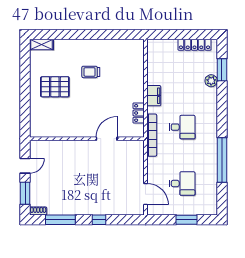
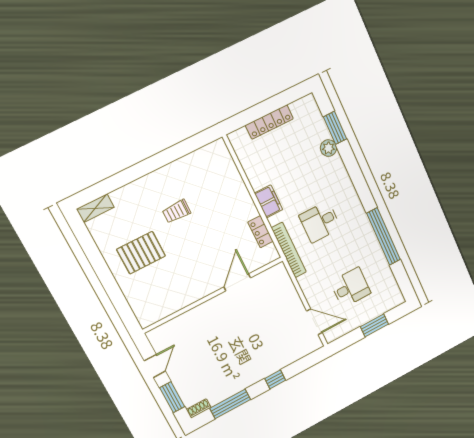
locker: (194, 45) -> (269, 122), moved
desk: (182, 127) -> (320, 222), turned 180

